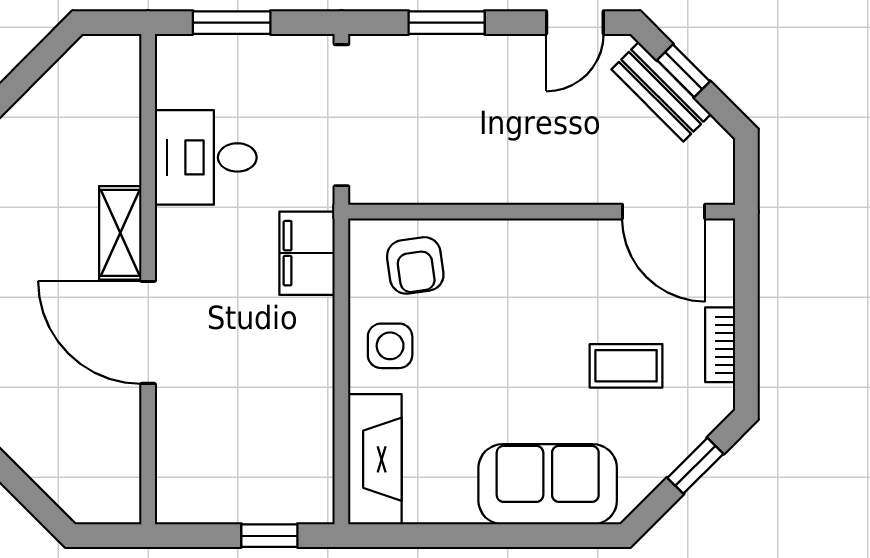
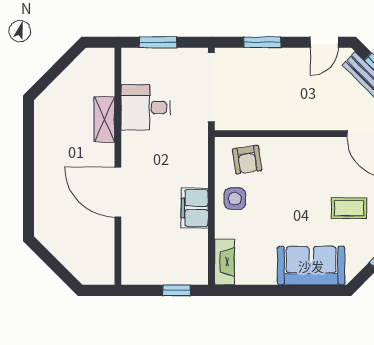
shelving: (120, 233) -> (104, 119), moved
filing cabinet: (307, 253) -> (195, 208), moved
fireplace: (375, 459) -> (224, 262), width x0.73, depth x0.76

